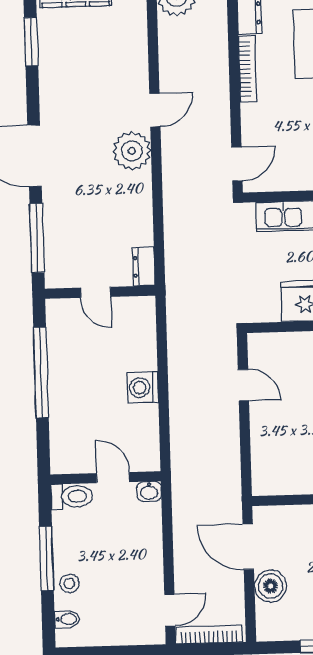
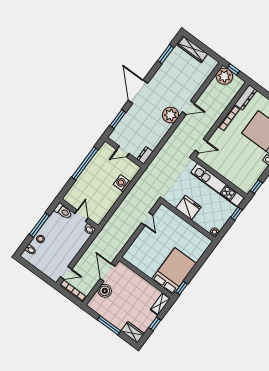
window: (37, 238) -> (118, 119), width x0.69
door: (96, 292) -> (123, 151), hinge flipped
washing machine: (143, 388) -> (122, 183), moved

